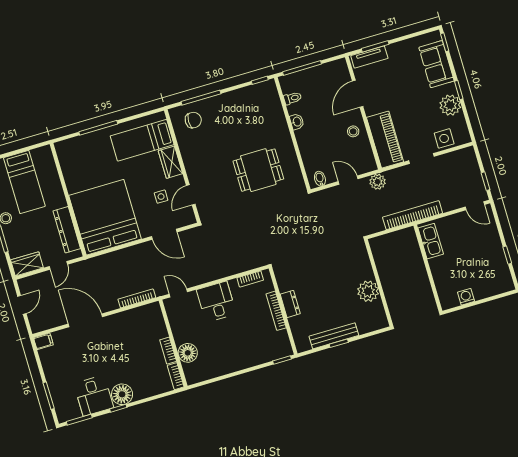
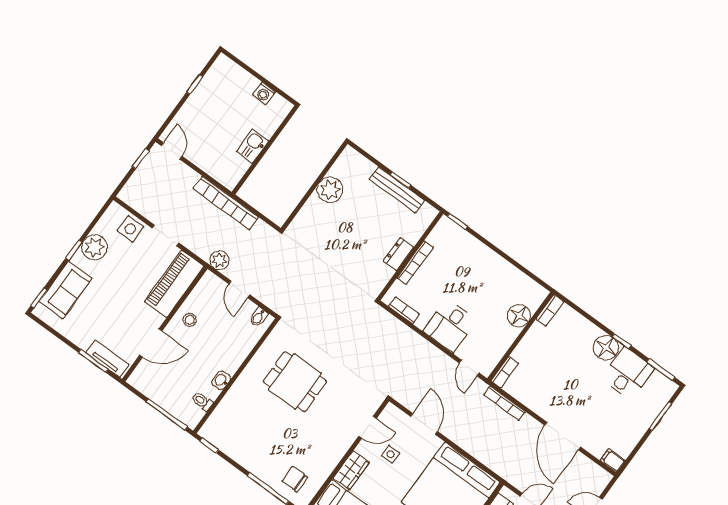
kitchen sink: (431, 241) -> (252, 146), moved, width x0.73
bookcase: (168, 351) -> (505, 372), moved

